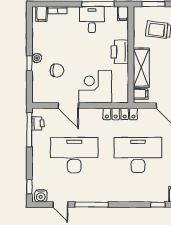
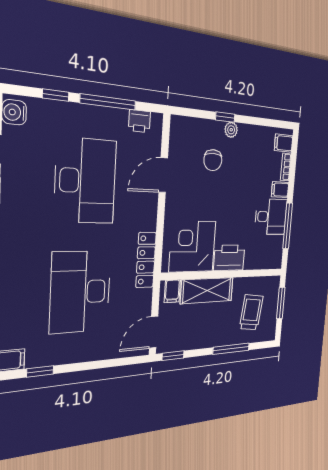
filing cabinet: (123, 14) -> (280, 190), moved
corner desk: (95, 87) -> (193, 246), moved, turned -90
window: (29, 130) -> (108, 102), moved
desk: (138, 155) -> (80, 292), turned 180
window: (29, 187) -> (56, 95), moved

